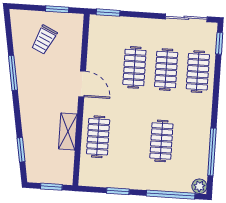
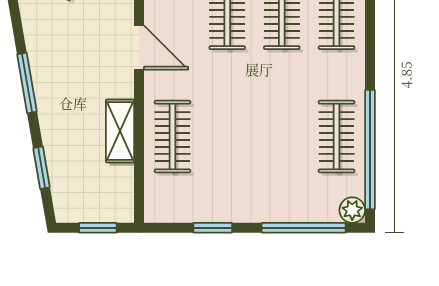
window: (13, 73) -> (27, 83), moved
clothes rail: (161, 141) -> (336, 137), moved
window: (212, 152) -> (370, 150), width x1.46

